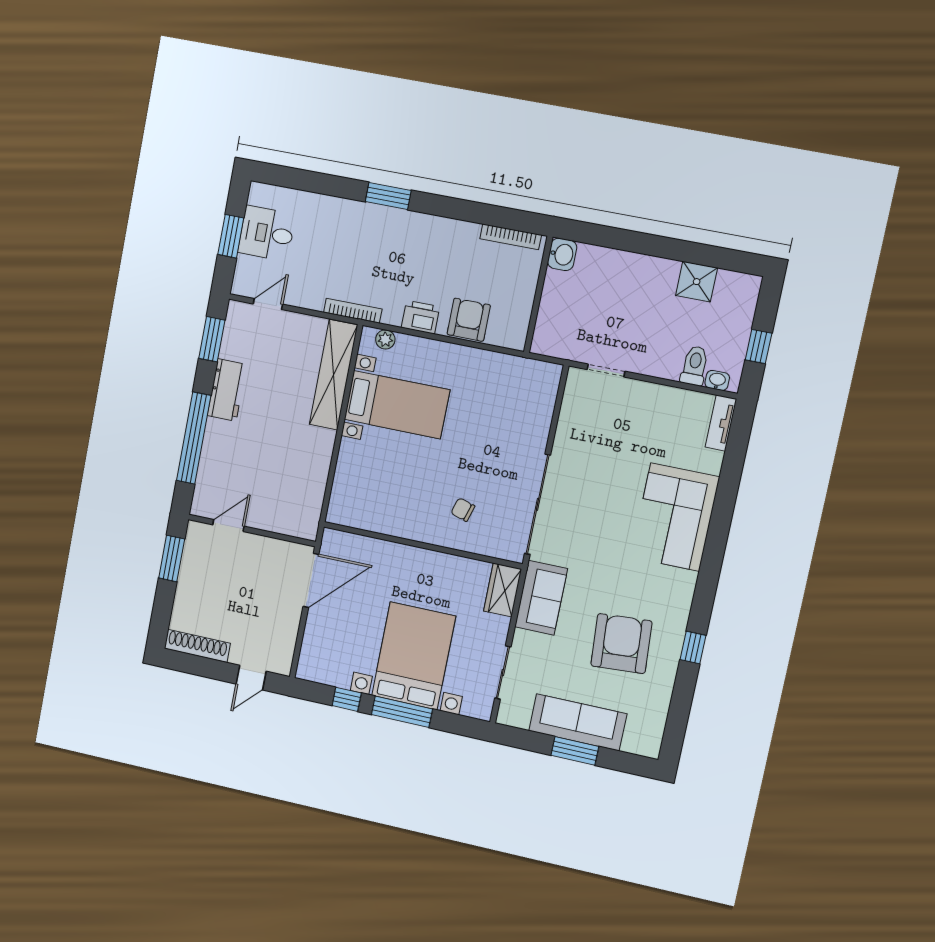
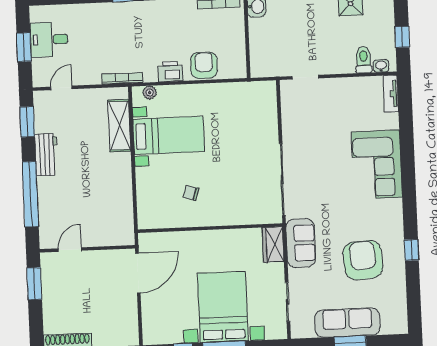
shelving: (333, 375) -> (119, 126), width x0.68
chair: (463, 510) -> (191, 193), moved

